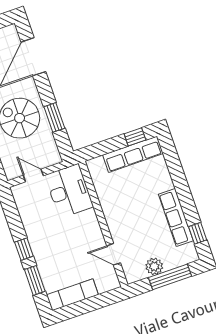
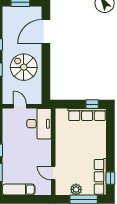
window: (54, 117) -> (46, 74), removed
row of seats: (176, 218) -> (100, 177), moved

